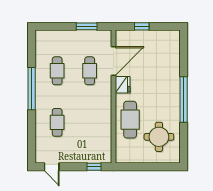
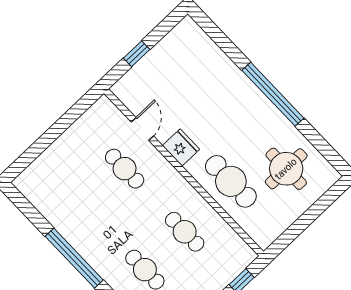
window: (87, 26) -> (69, 118), removed
door: (114, 61) -> (142, 129), width x0.53
cafe table: (57, 71) -> (185, 232), moved

